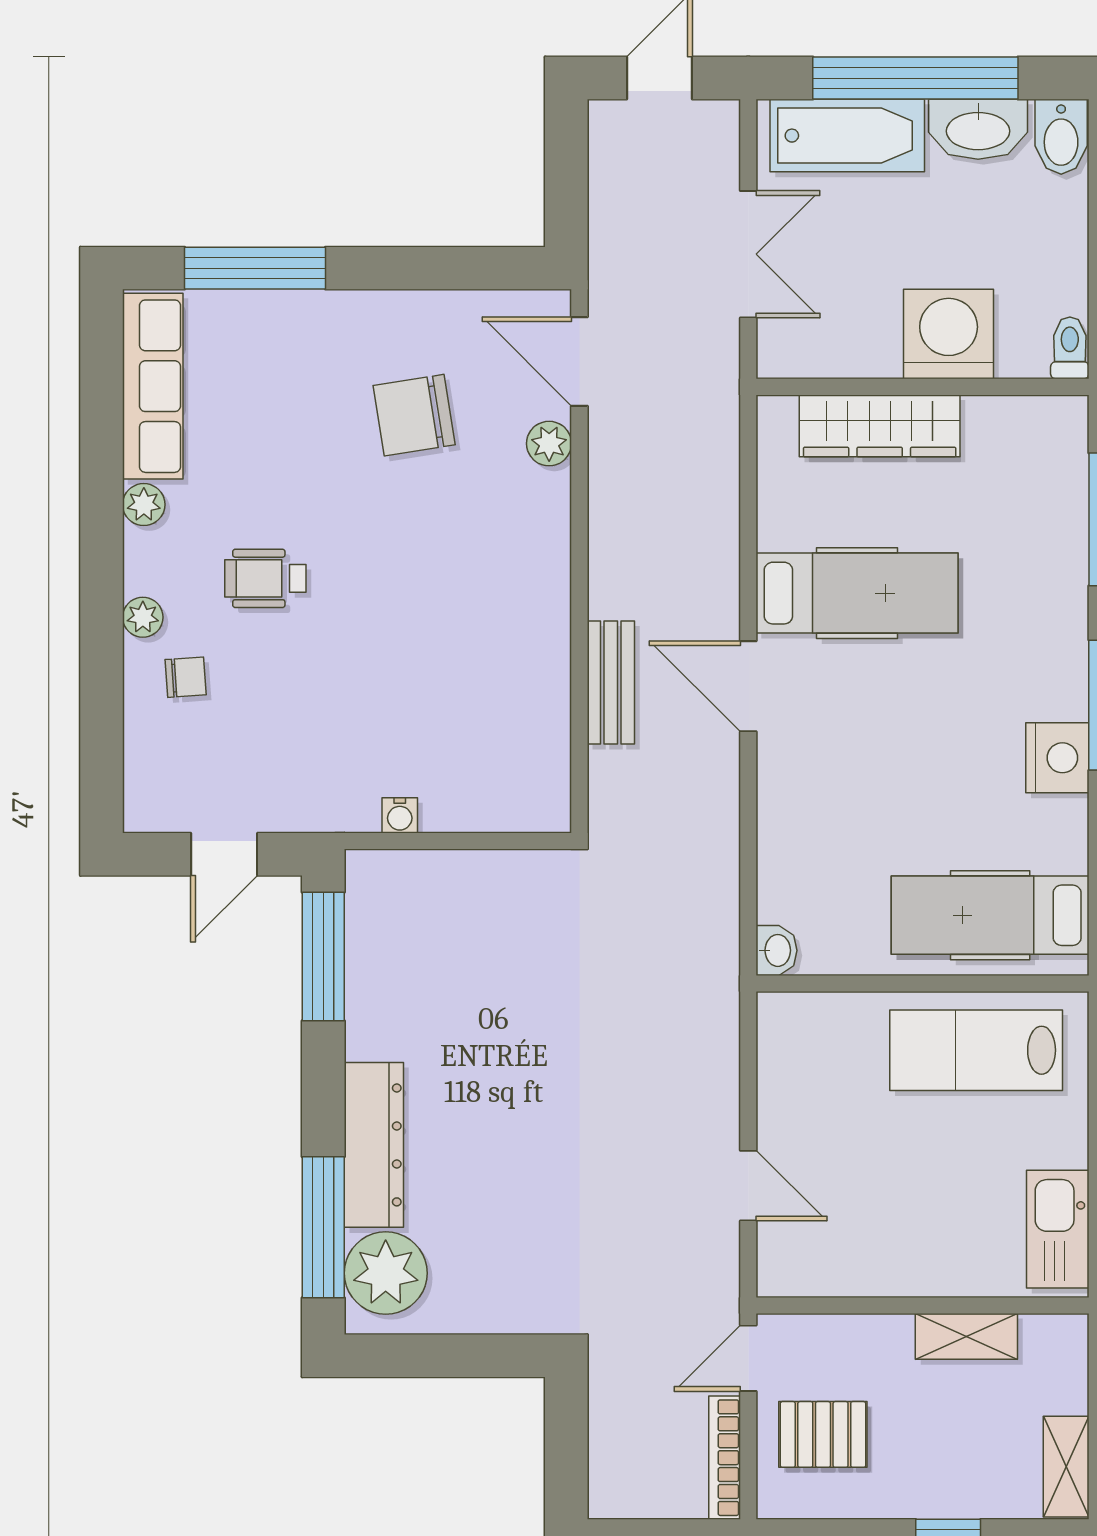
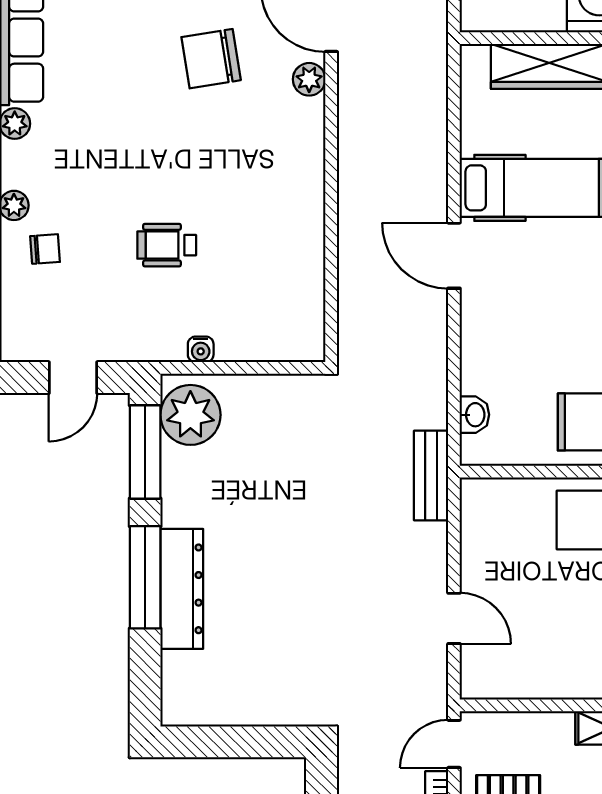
wheelchair: (265, 578) -> (167, 245), moved
bench: (611, 682) -> (431, 476), moved
washbasin: (777, 950) -> (474, 415), moved
window: (323, 1227) -> (145, 577), moved
plant: (386, 1273) -> (190, 415), moved

